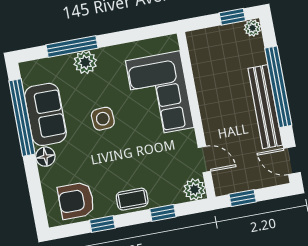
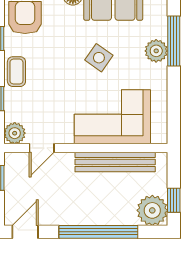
plant: (252, 28) -> (152, 210), width x1.88, depth x1.88
bench: (265, 107) -> (115, 162), moved
side table: (103, 119) -> (99, 58), turned 38

